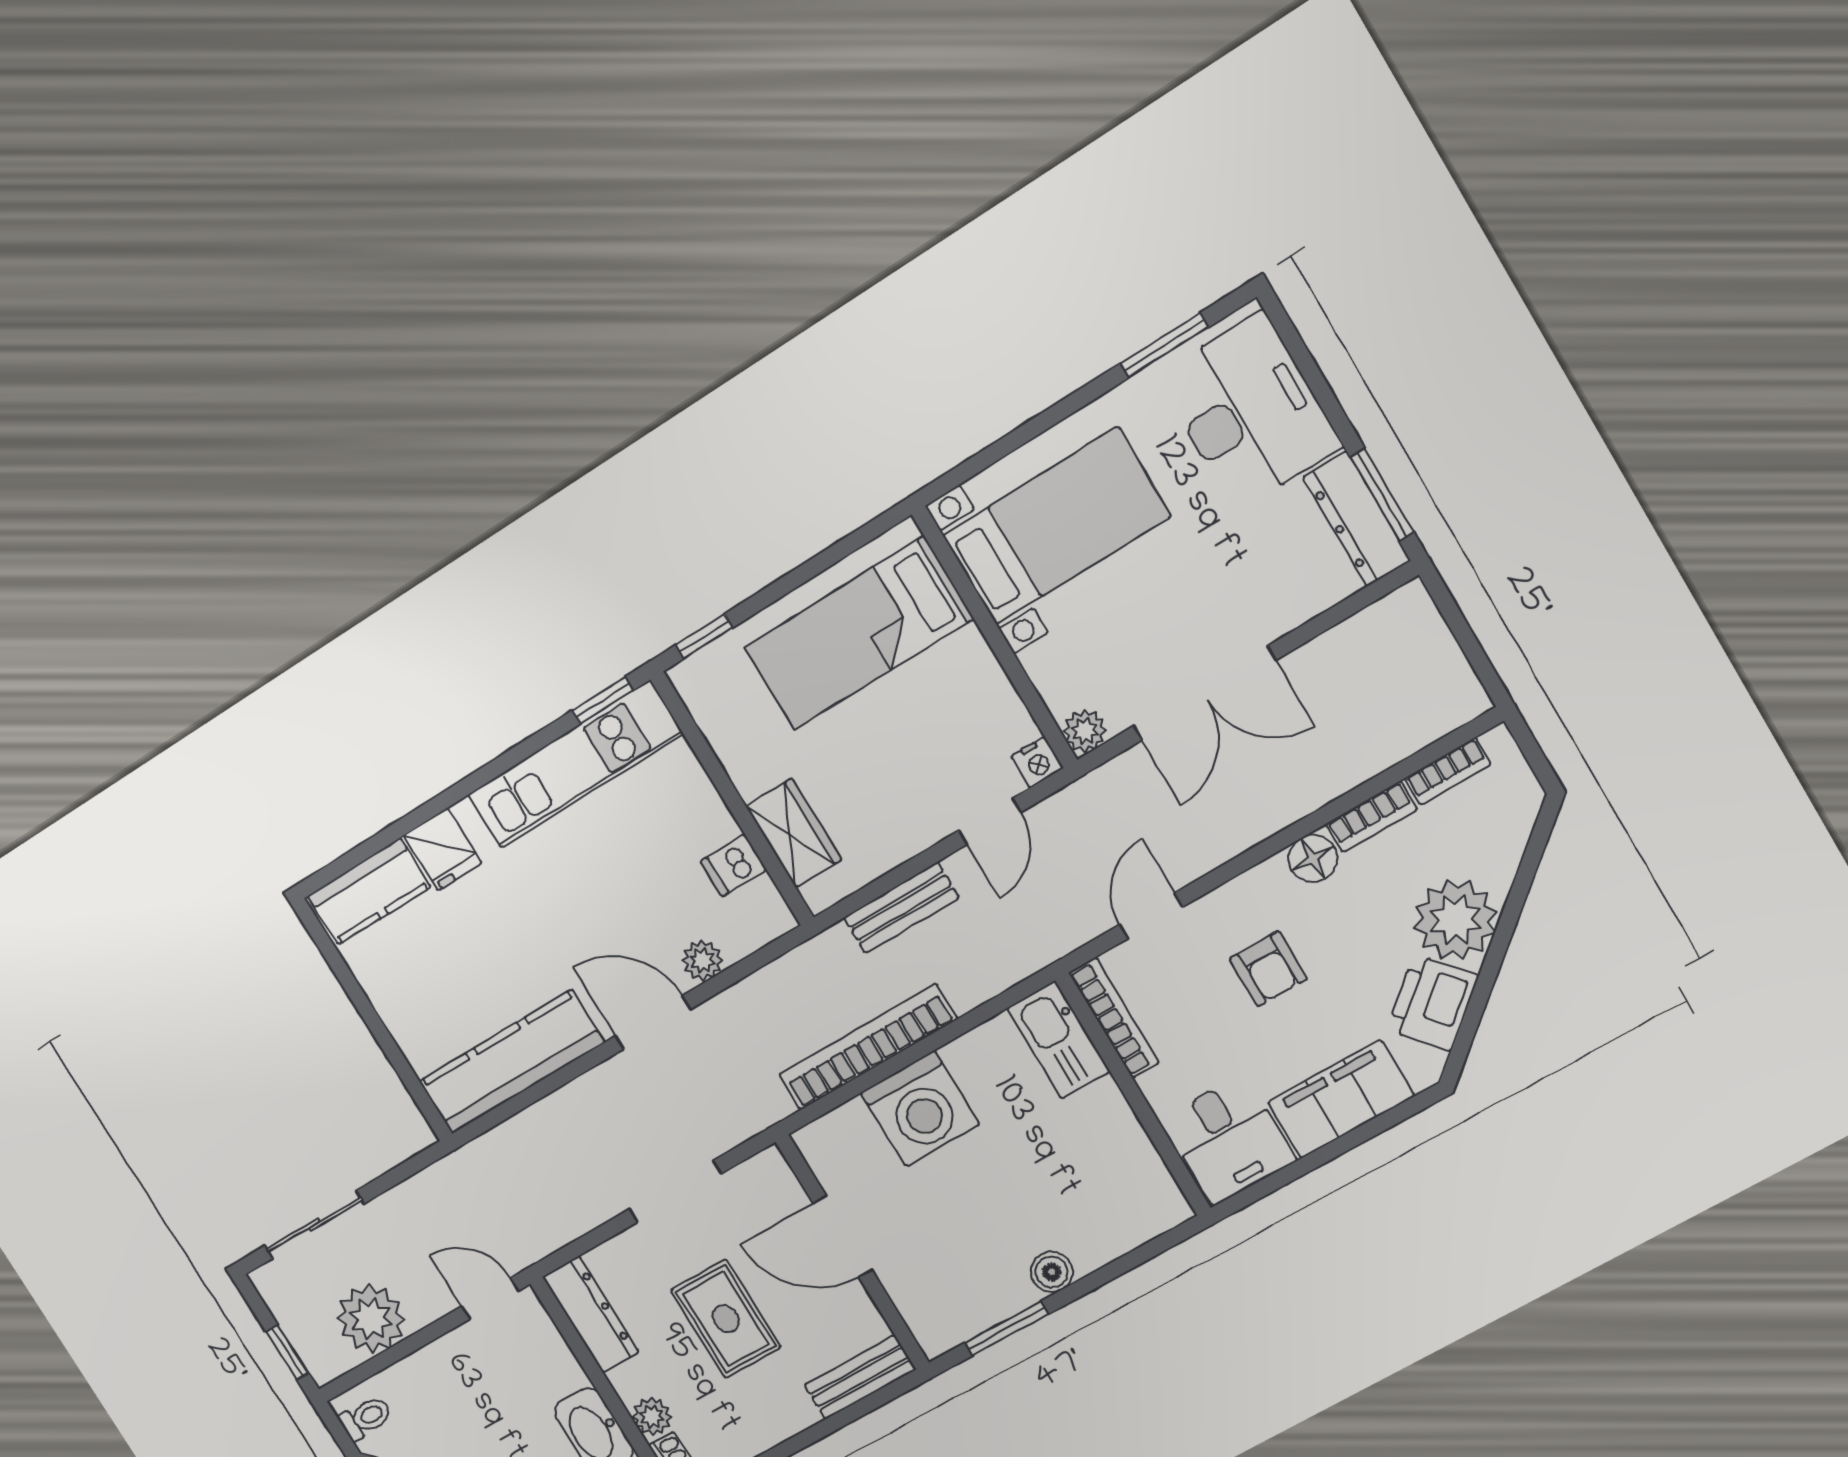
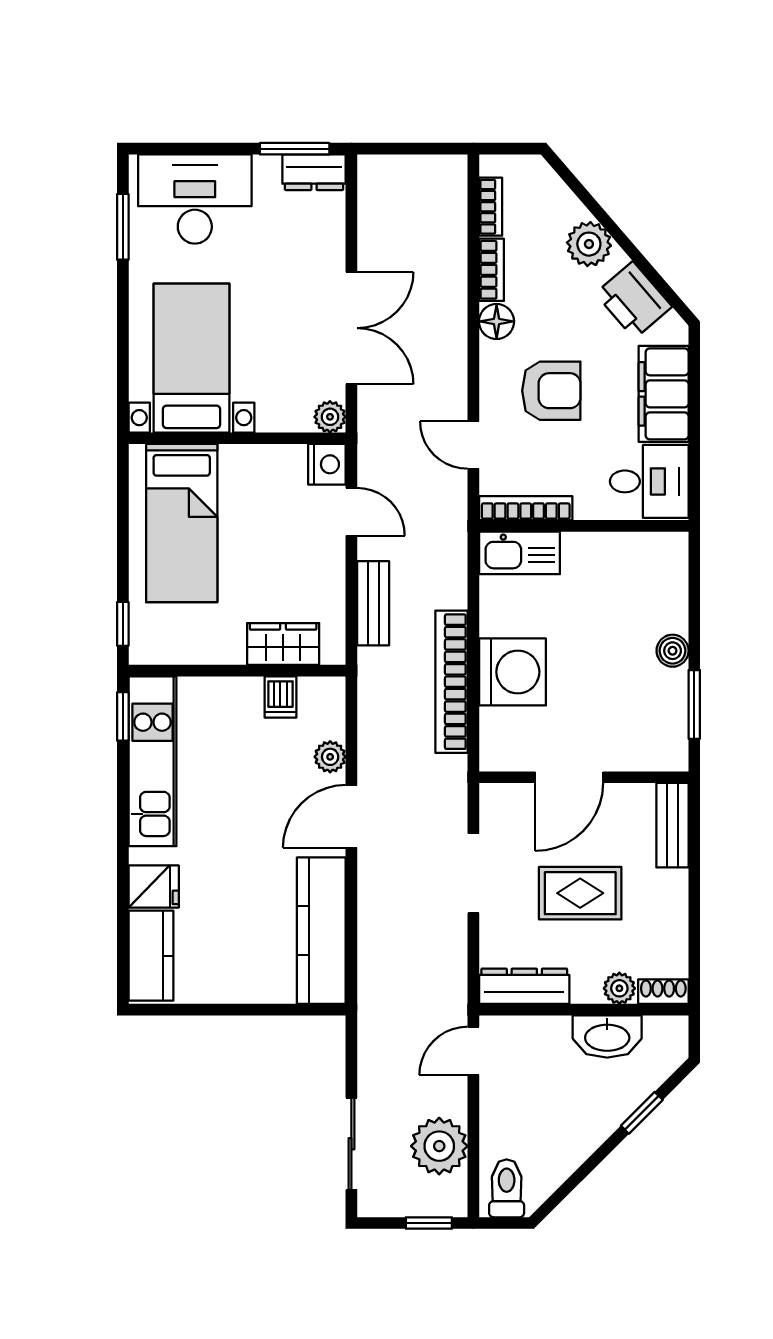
dresser: (1357, 519) -> (314, 172), width x0.70
nightstand: (1037, 762) -> (327, 464), width x1.39, depth x1.35
plant: (1455, 920) -> (589, 244), width x0.73, depth x0.73
armchair: (1268, 969) -> (551, 391), width x1.38, depth x1.38
toilet: (366, 1418) -> (507, 1188), width x1.37, depth x1.39

